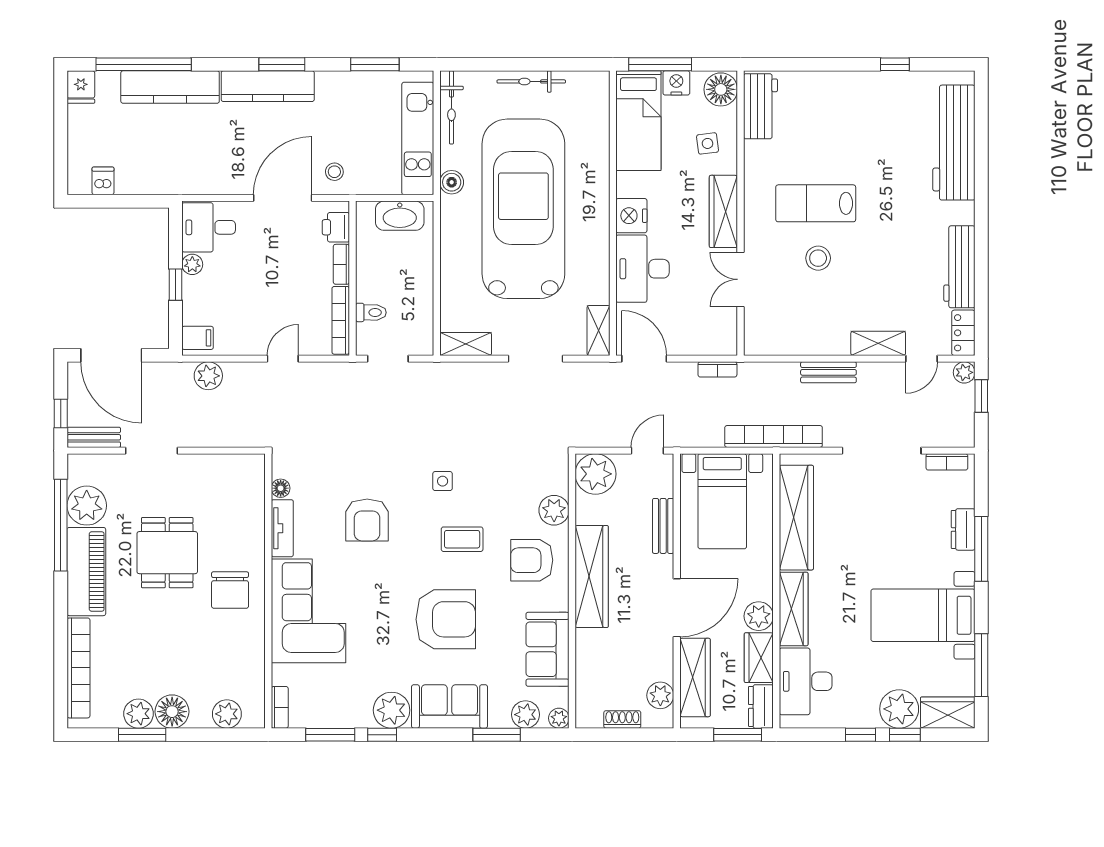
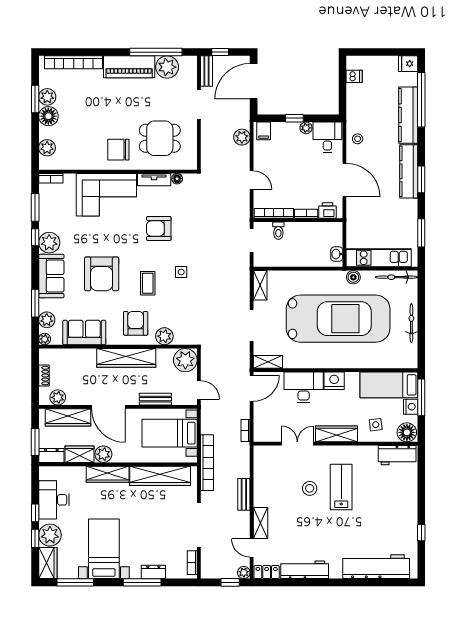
stool: (334, 172) -> (358, 139), moved
washbasin: (400, 216) -> (337, 254), width x0.52, depth x0.69
dining table: (167, 553) -> (160, 138), moved
desk: (806, 681) -> (54, 500), moved, turned -90

